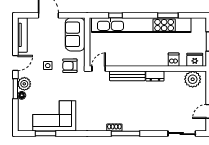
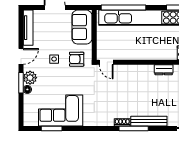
window: (116, 15) -> (123, 8), width x3.17
door: (99, 69) -> (106, 62), swing flipped
bench: (127, 76) -> (149, 121), moved

